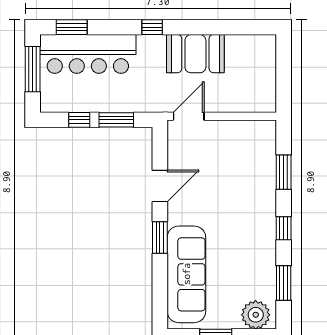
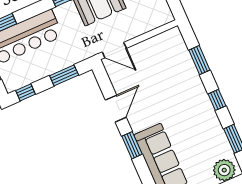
door: (189, 116) -> (114, 50), swing flipped
window: (79, 120) -> (25, 92), moved

